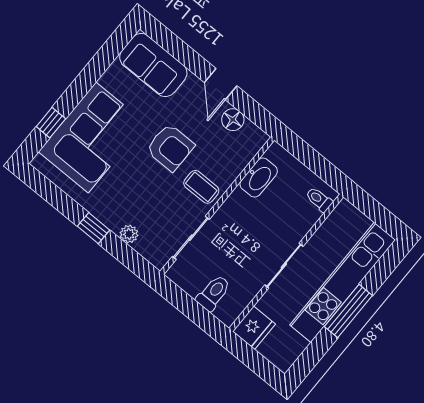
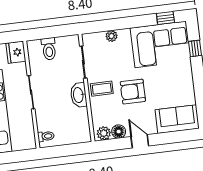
plant: (251, 135) -> (104, 133), added
corner sofa: (92, 137) -> (161, 44), moved, turned -90
washbasin: (259, 178) -> (79, 95), moved
window: (93, 228) -> (165, 18), moved

